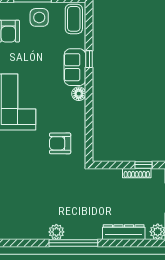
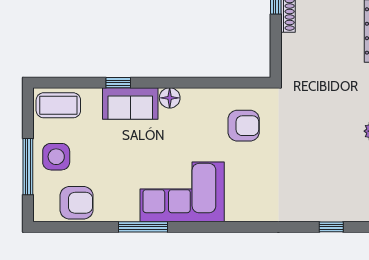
armchair: (60, 143) -> (244, 126), turned -90

